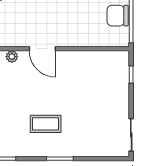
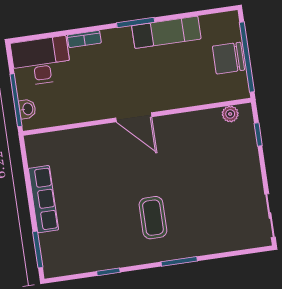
plant: (12, 57) -> (230, 114), moved
coffee table: (46, 124) -> (153, 218), turned 90

